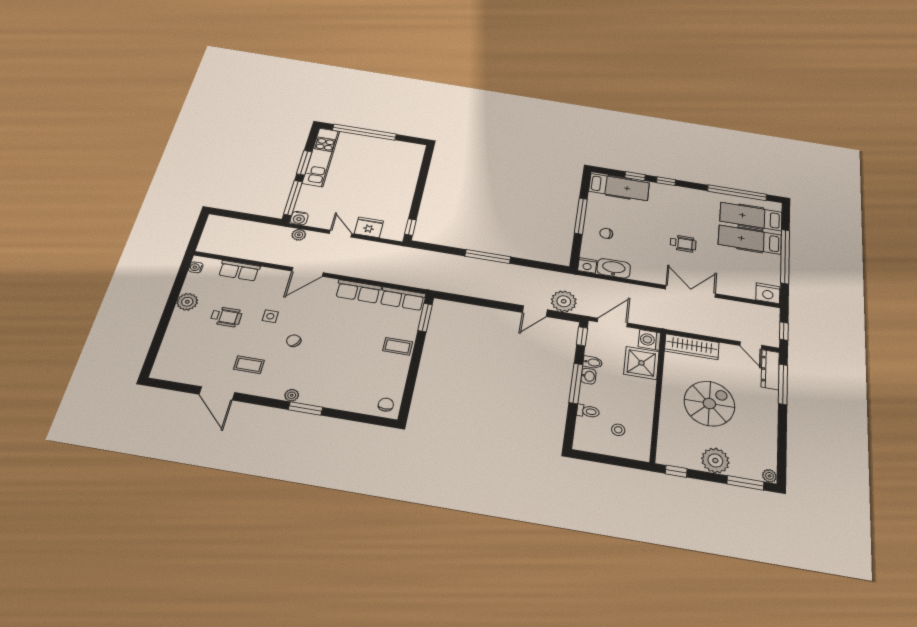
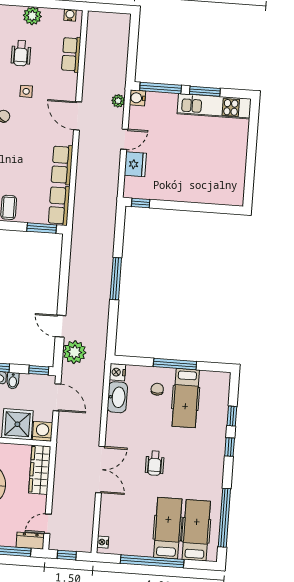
window: (364, 132) -> (252, 143), removed
hospital bed: (619, 187) -> (186, 398), moved
nightstand: (768, 293) -> (103, 542), width x0.53, depth x0.56
dresser: (770, 370) -> (30, 541), width x0.70

